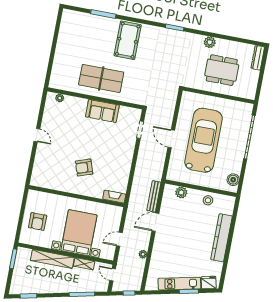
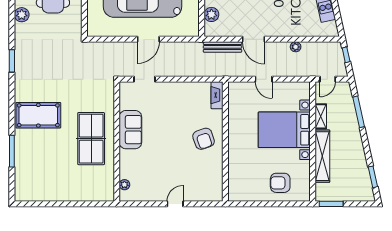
wall: (76, 196) -> (225, 141), moved
fireplace: (114, 197) -> (217, 95), moved
armchair: (38, 222) -> (280, 183), turned 180
door: (119, 239) -> (264, 79), moved

